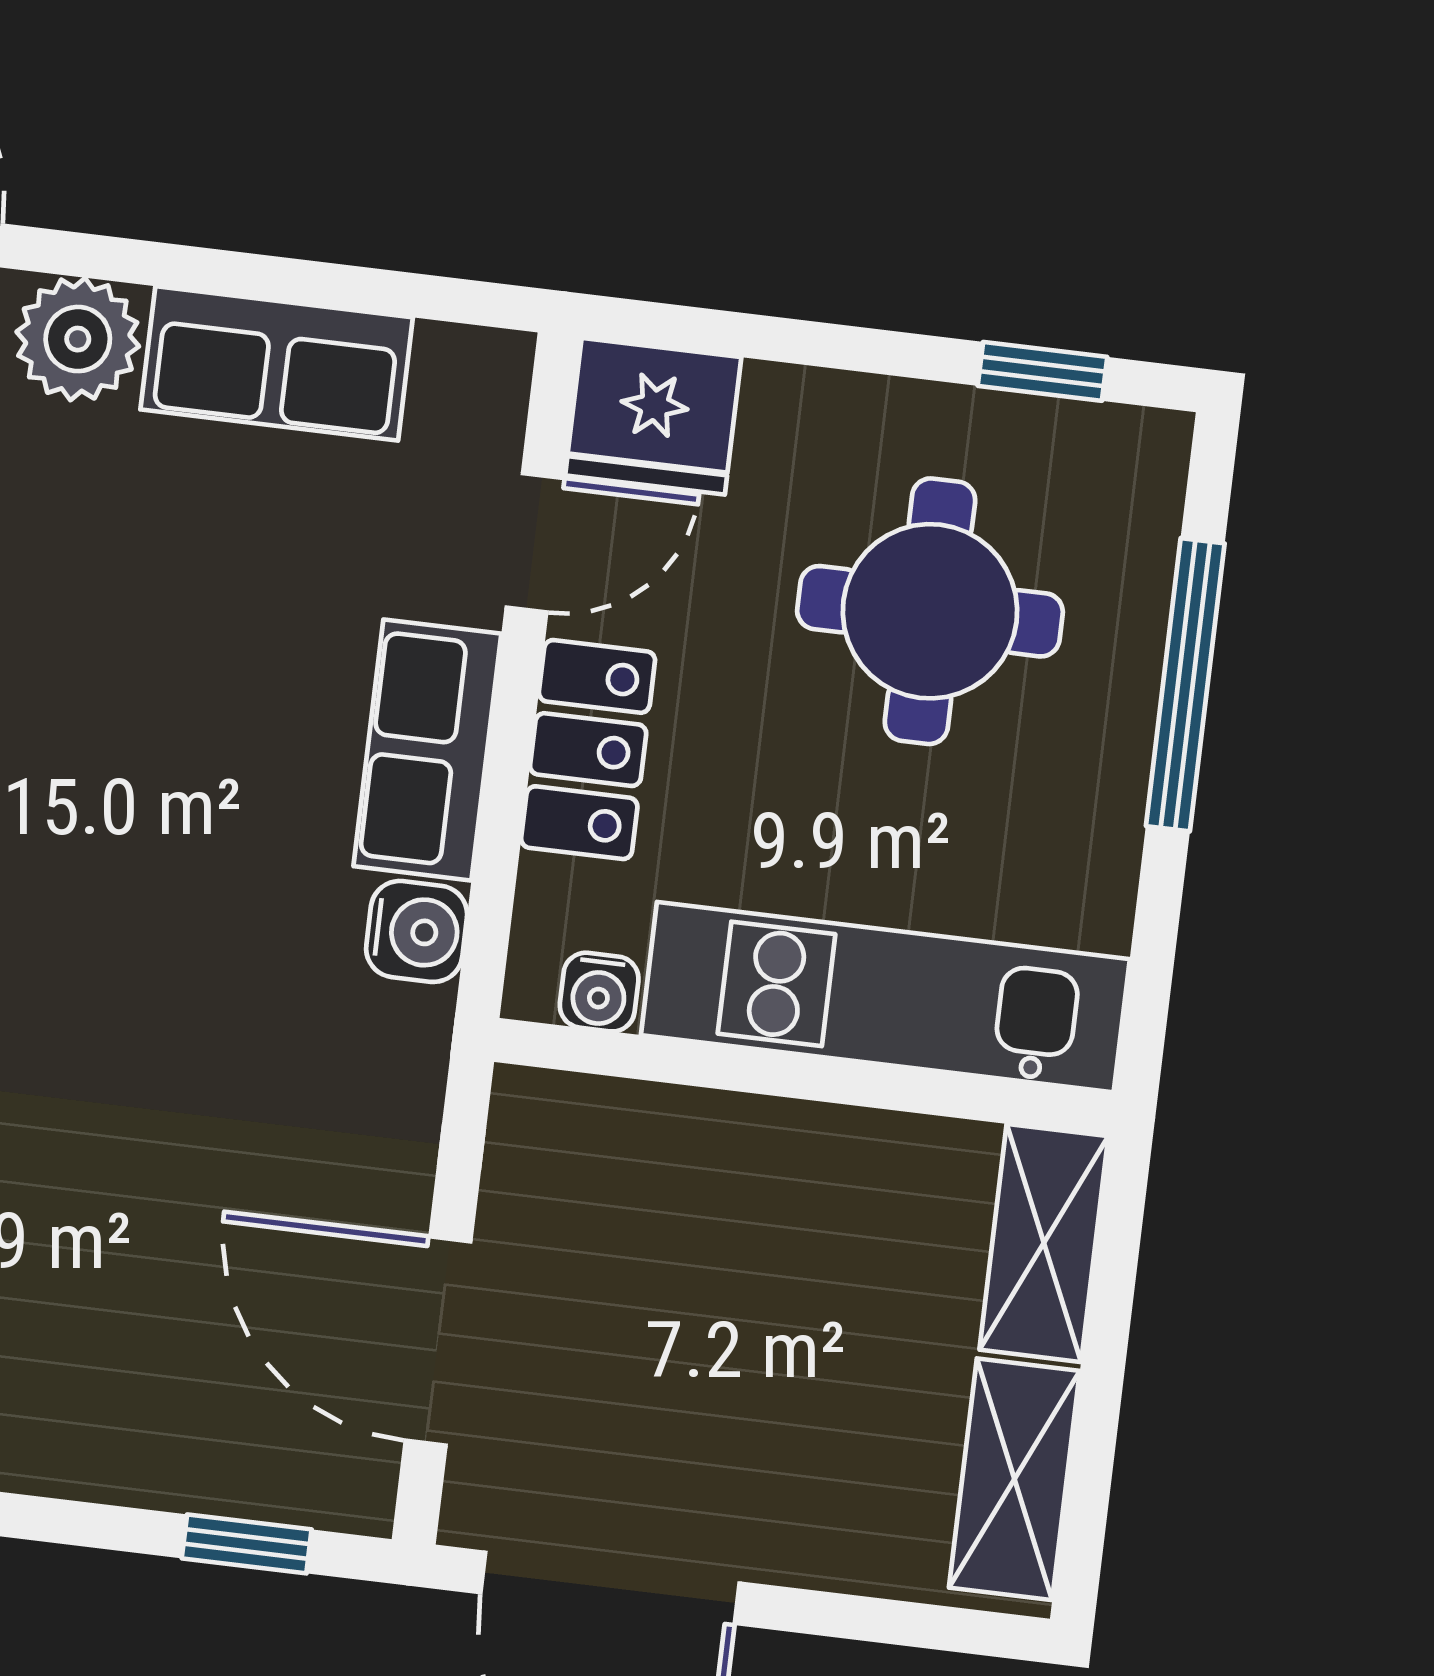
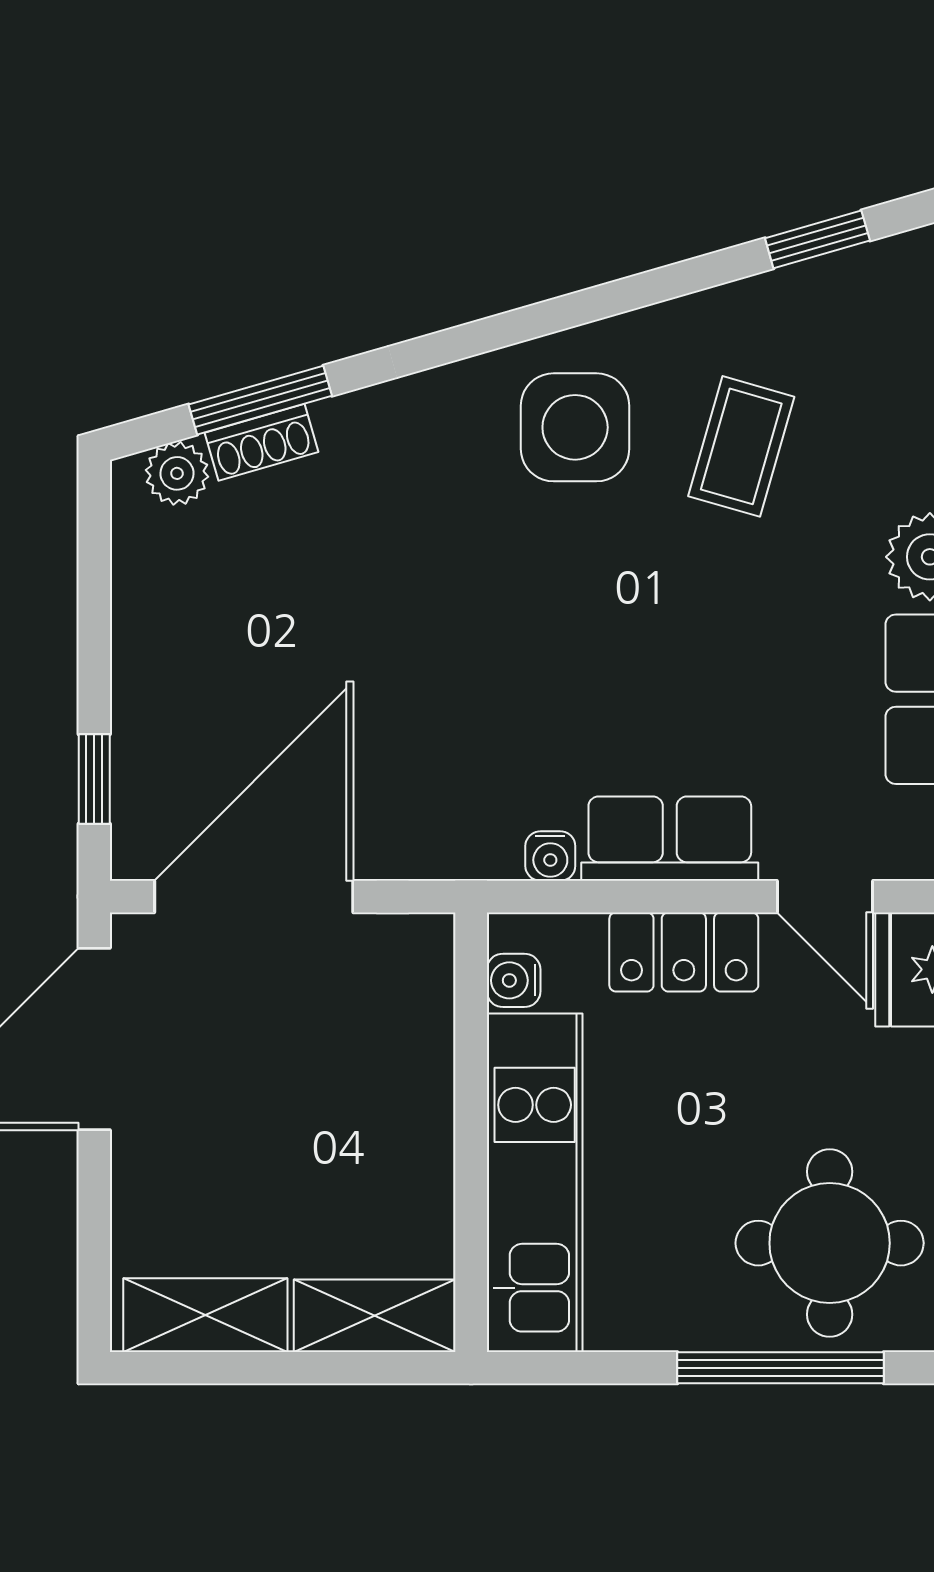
round table: (930, 611) -> (830, 1243), moved
water cooler: (417, 931) -> (550, 856), width x0.72, depth x0.72
door: (438, 1341) -> (254, 897), width x1.36

